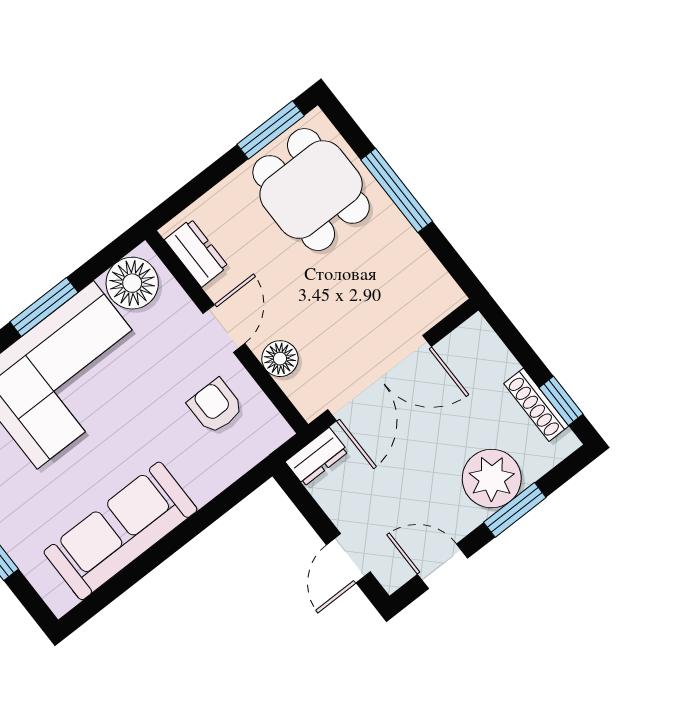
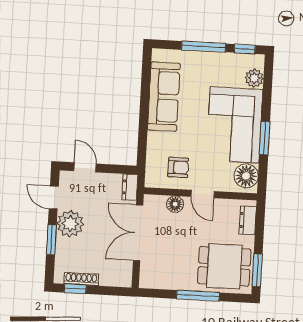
dresser: (196, 253) -> (248, 220), moved, turned 90
plant: (492, 479) -> (70, 224), moved
door: (443, 566) -> (54, 198), swing flipped

